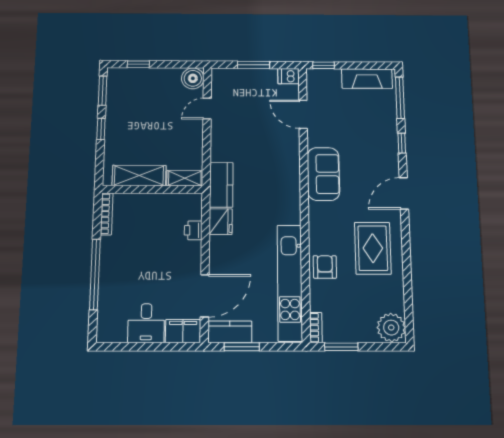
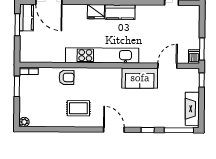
window: (253, 65) -> (202, 49), moved
sofa: (323, 174) -> (140, 78), moved
rug: (373, 248) -> (78, 108), width x0.73, depth x0.70
kitchen unit: (290, 283) -> (102, 55), moved
plant: (391, 328) -> (24, 122), width x0.53, depth x0.53

